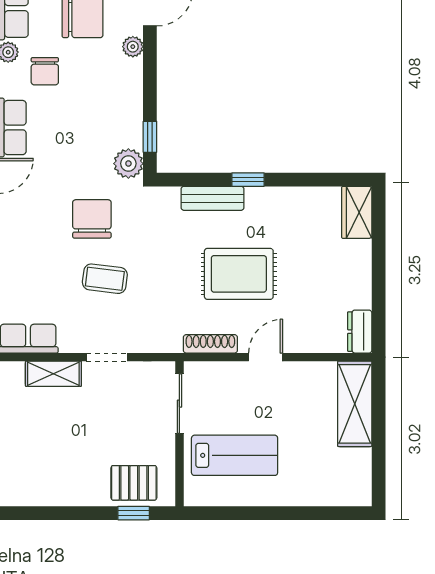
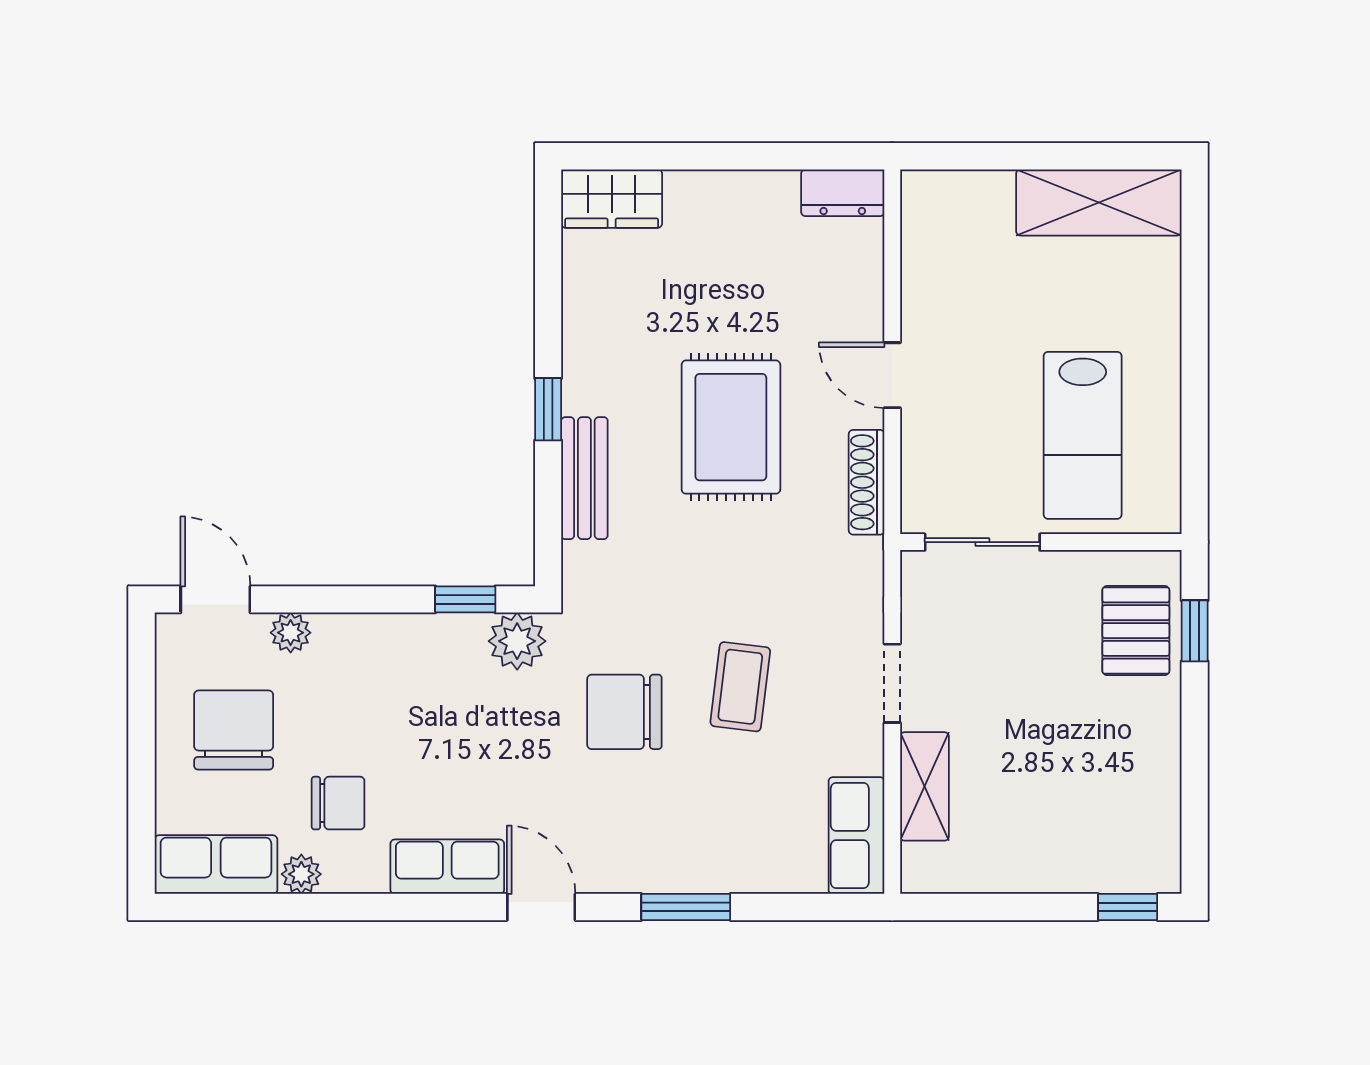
shelving: (355, 404) -> (1099, 202), moved
lab bench: (235, 455) -> (1083, 435), turned 180

